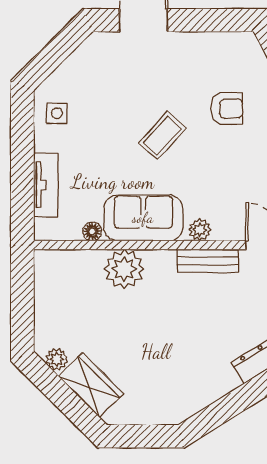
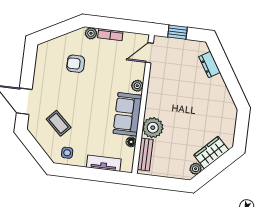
armchair: (227, 109) -> (76, 64), turned -90
coffee table: (162, 136) -> (59, 123), moved
bench: (208, 261) -> (145, 155), moved

